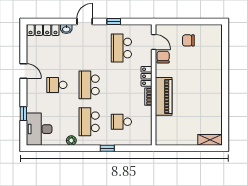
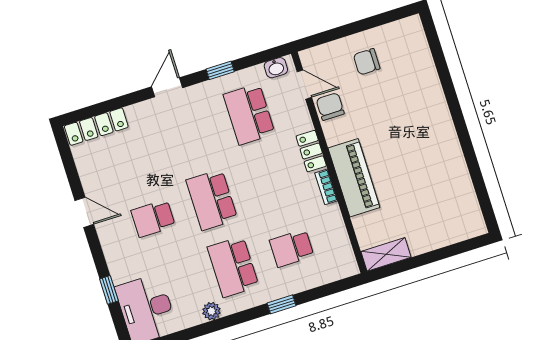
washbasin: (66, 29) -> (276, 68), moved
shelving: (210, 140) -> (386, 254), moved

